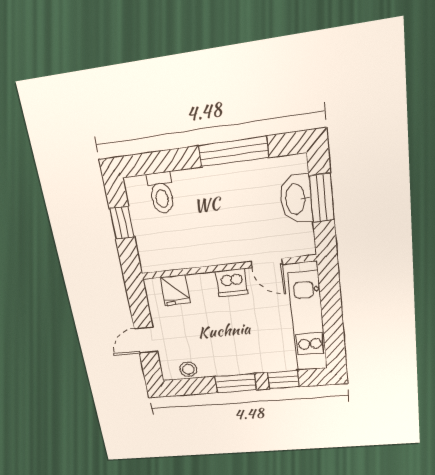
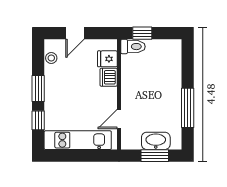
toilet: (161, 193) -> (133, 47), moved, turned 180
window: (122, 223) -> (142, 33), moved
dishwasher: (232, 283) -> (109, 77), moved
door: (146, 340) -> (75, 33), swing flipped

